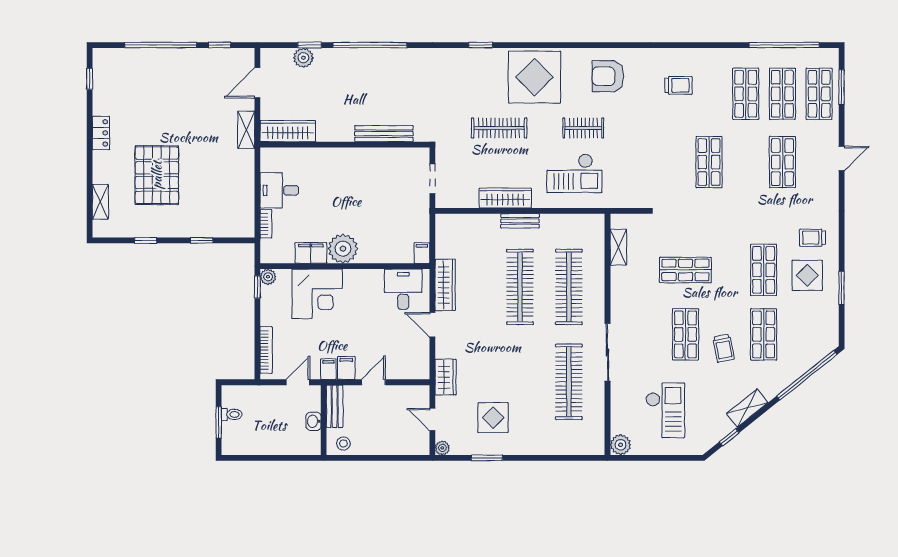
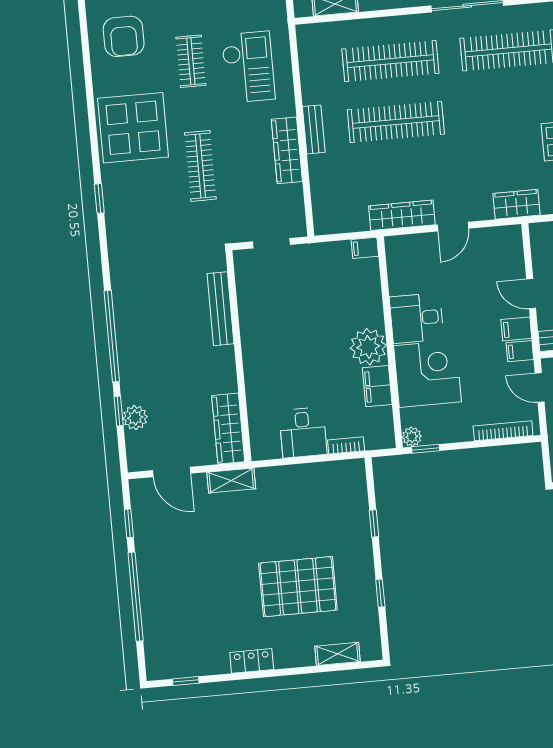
desk: (403, 289) -> (417, 318), moved

